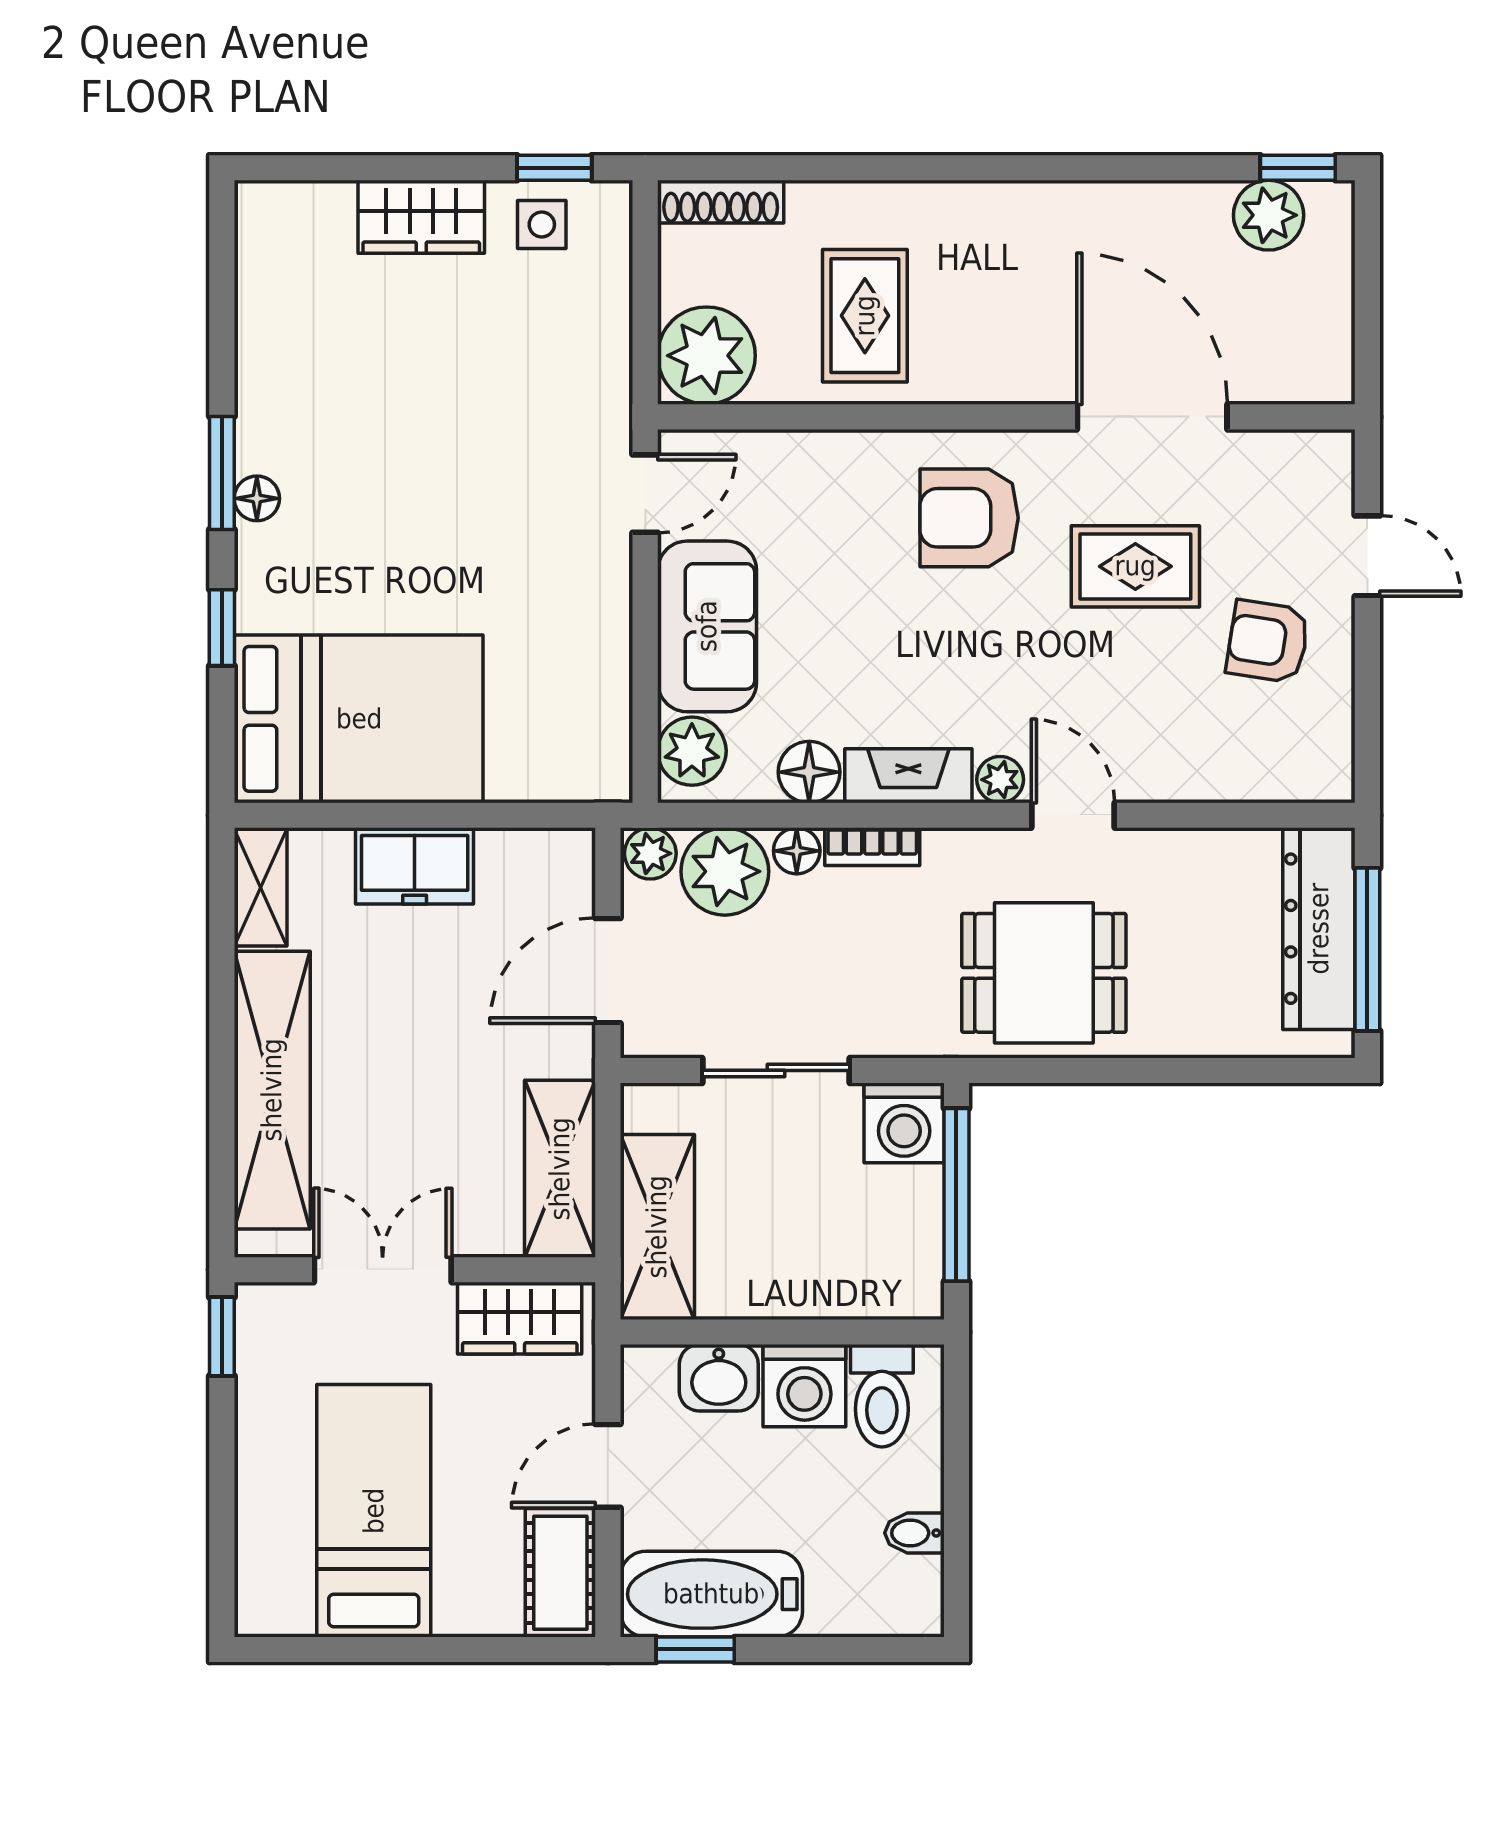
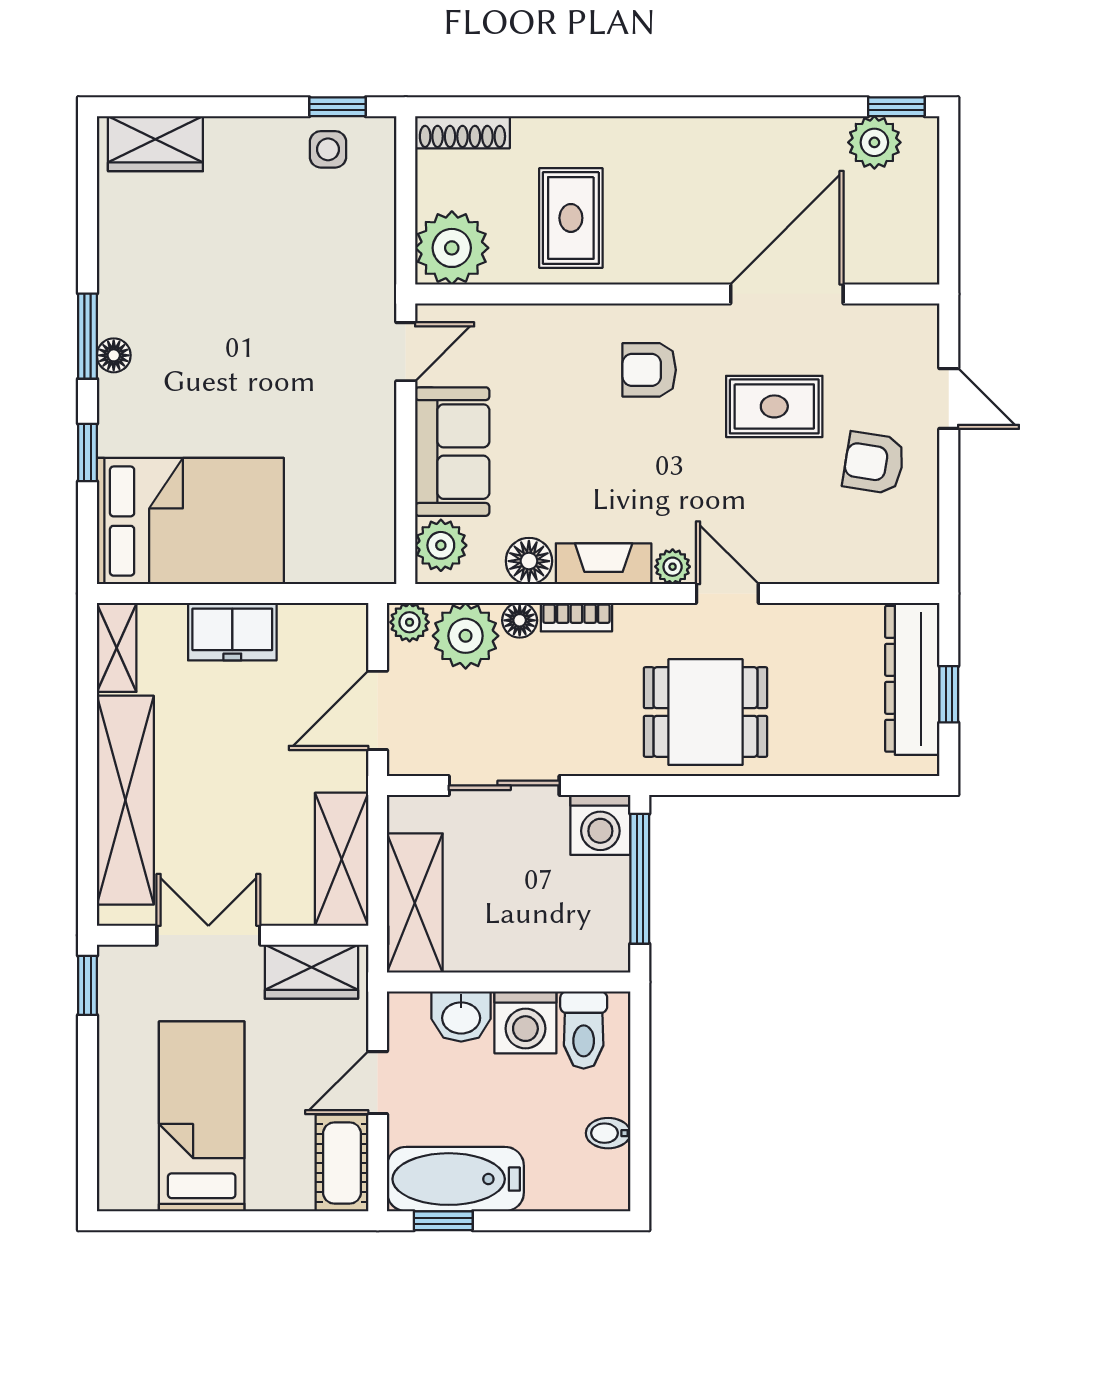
wardrobe: (421, 217) -> (155, 144), moved
door: (1152, 417) -> (787, 294), hinge flipped
armchair: (969, 518) -> (649, 370), width x0.72, depth x0.72
window: (1367, 949) -> (949, 694), width x0.46

